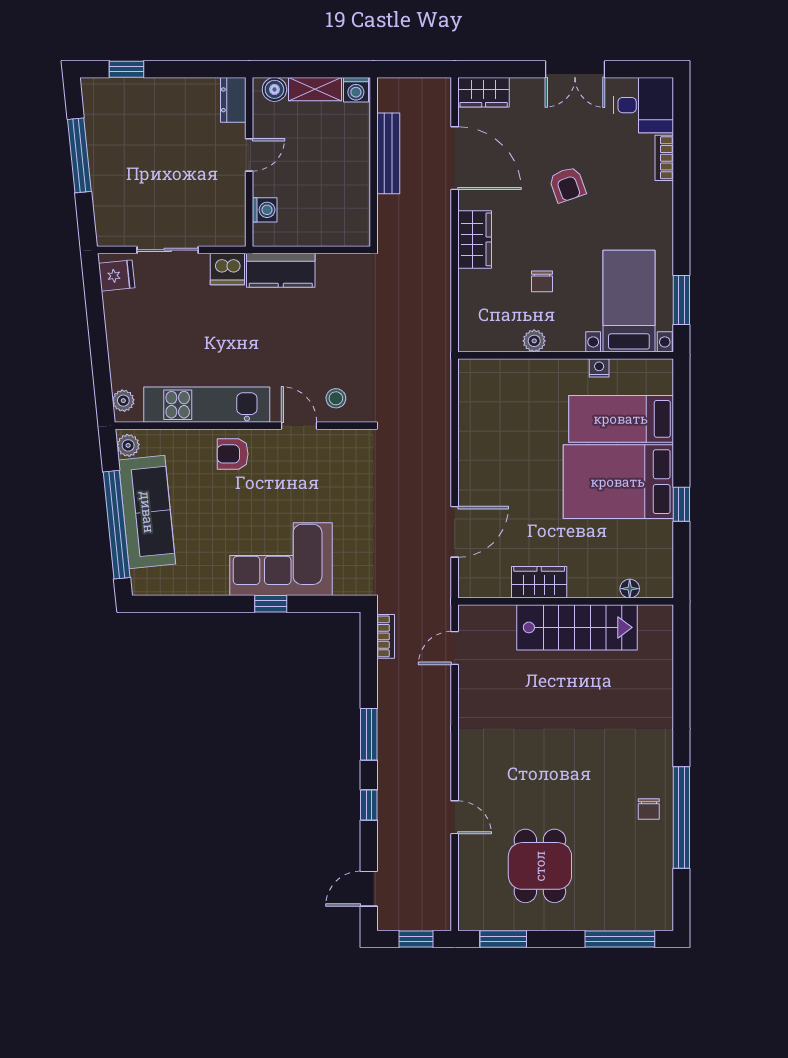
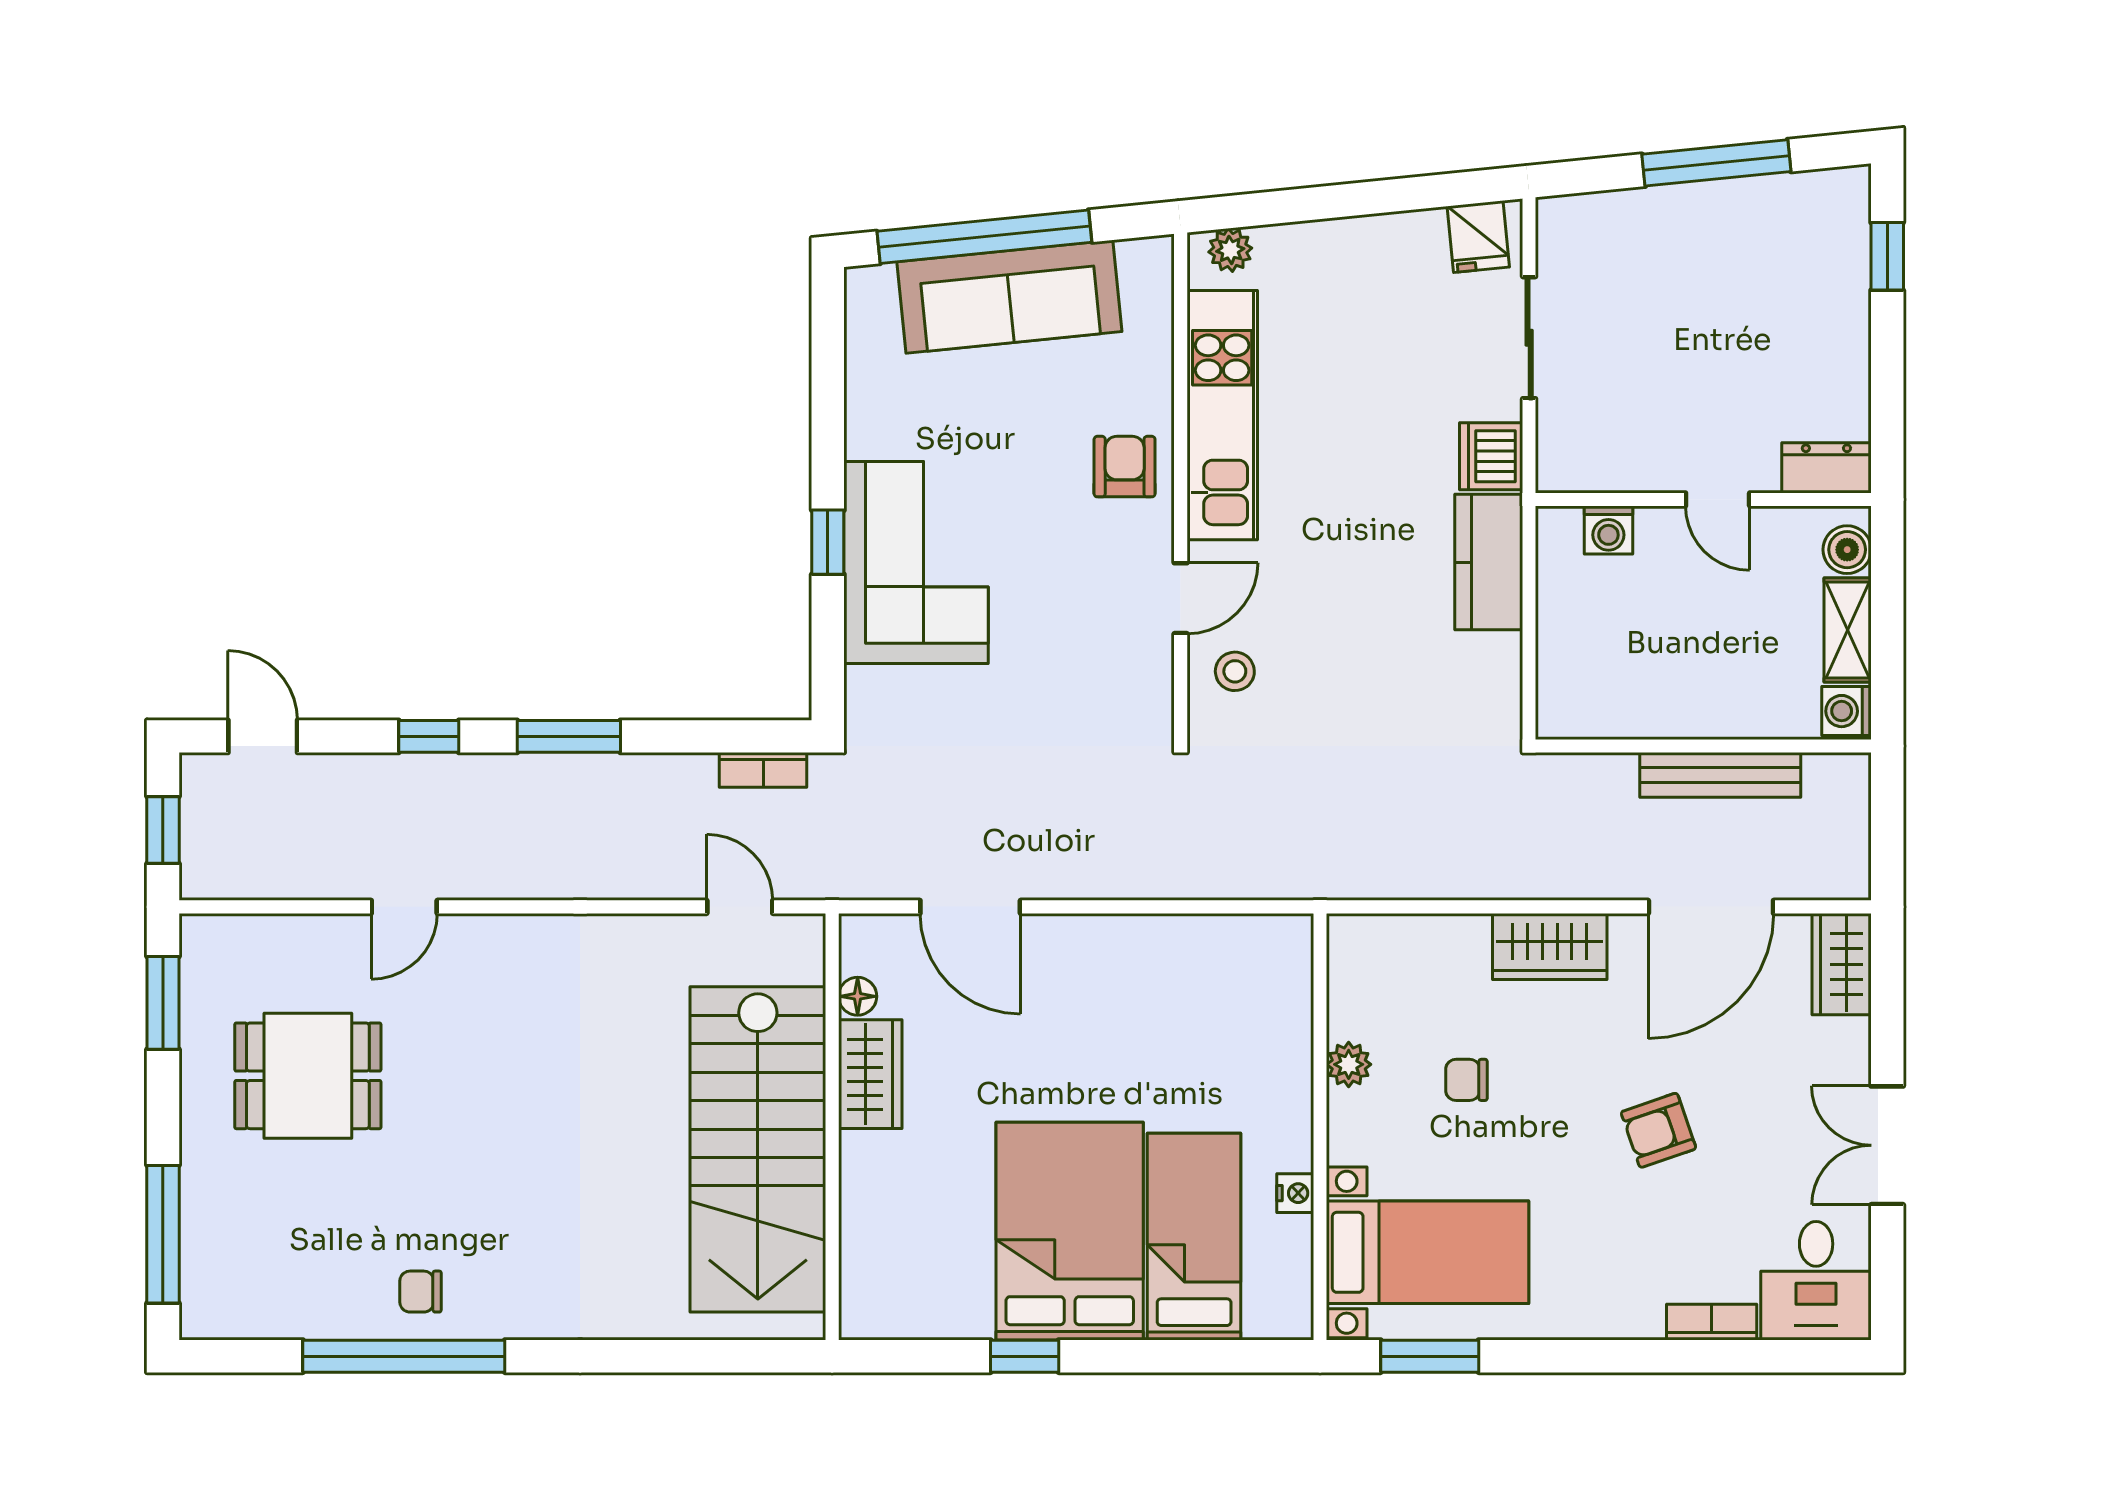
plant: (128, 445) -> (1141, 260), removed
floor lamp: (630, 589) -> (858, 996), moved
stairs: (577, 627) -> (758, 1149), width x1.36, depth x1.51

